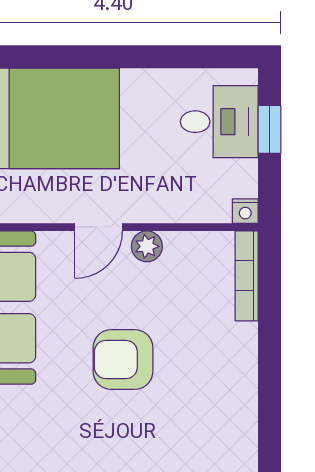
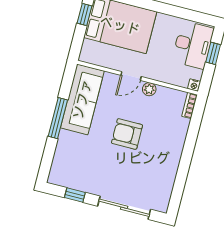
desk: (219, 122) -> (193, 45), width x1.37
bookcase: (247, 276) -> (190, 106), width x0.64

